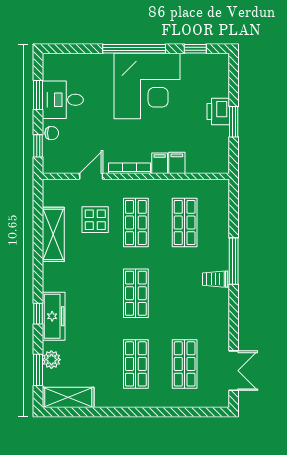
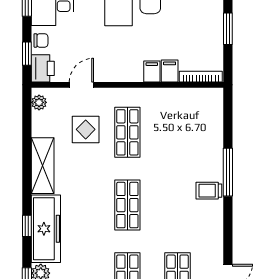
printer: (218, 112) -> (43, 68), moved, turned 180
bookcase: (130, 168) -> (201, 77), moved
plant: (50, 193) -> (39, 102), added
shop shelf: (185, 222) -> (178, 132), removed
shelving: (53, 234) -> (43, 166), moved
freezer: (54, 316) -> (46, 229), width x1.36, depth x1.26

